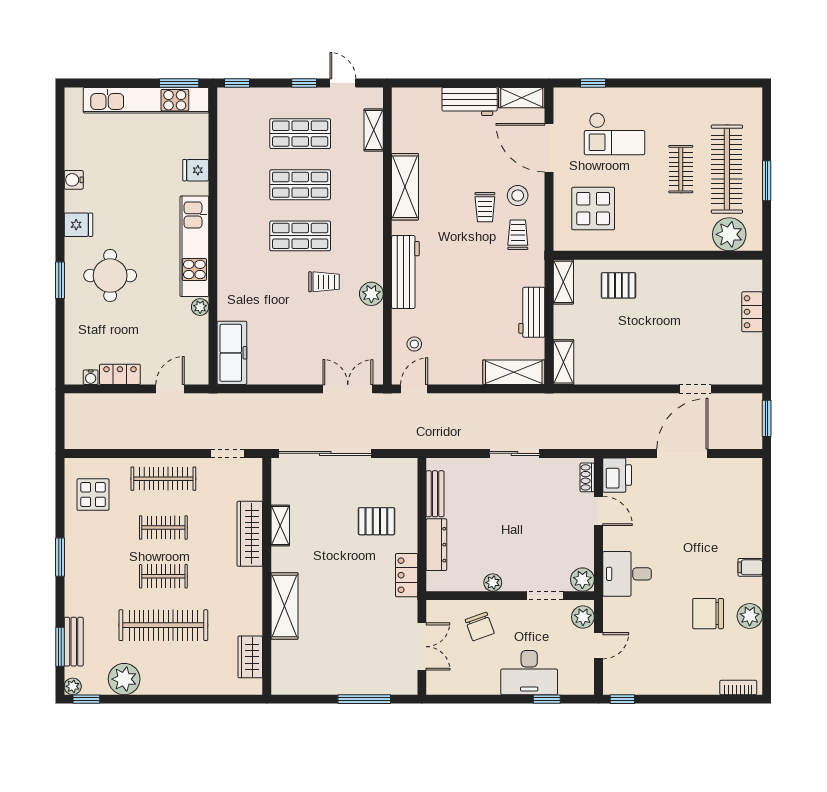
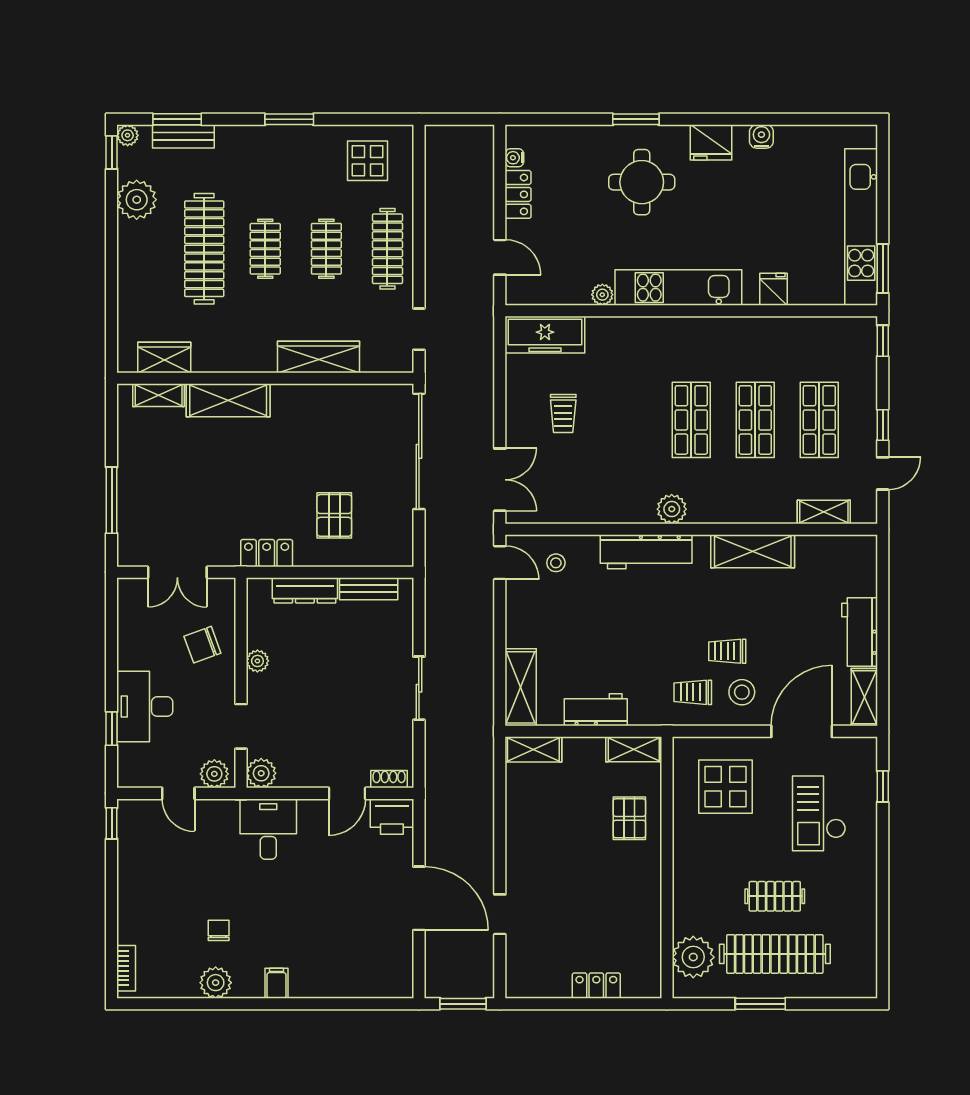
fridge: (78, 225) -> (711, 142), width x1.38
trolley: (518, 235) -> (693, 692), turned 180
trolley: (324, 282) -> (563, 413), moved
plant: (371, 294) -> (672, 509), moved
shelving: (280, 525) -> (159, 395), moved
chair: (708, 614) -> (219, 930), width x0.54, depth x0.54

